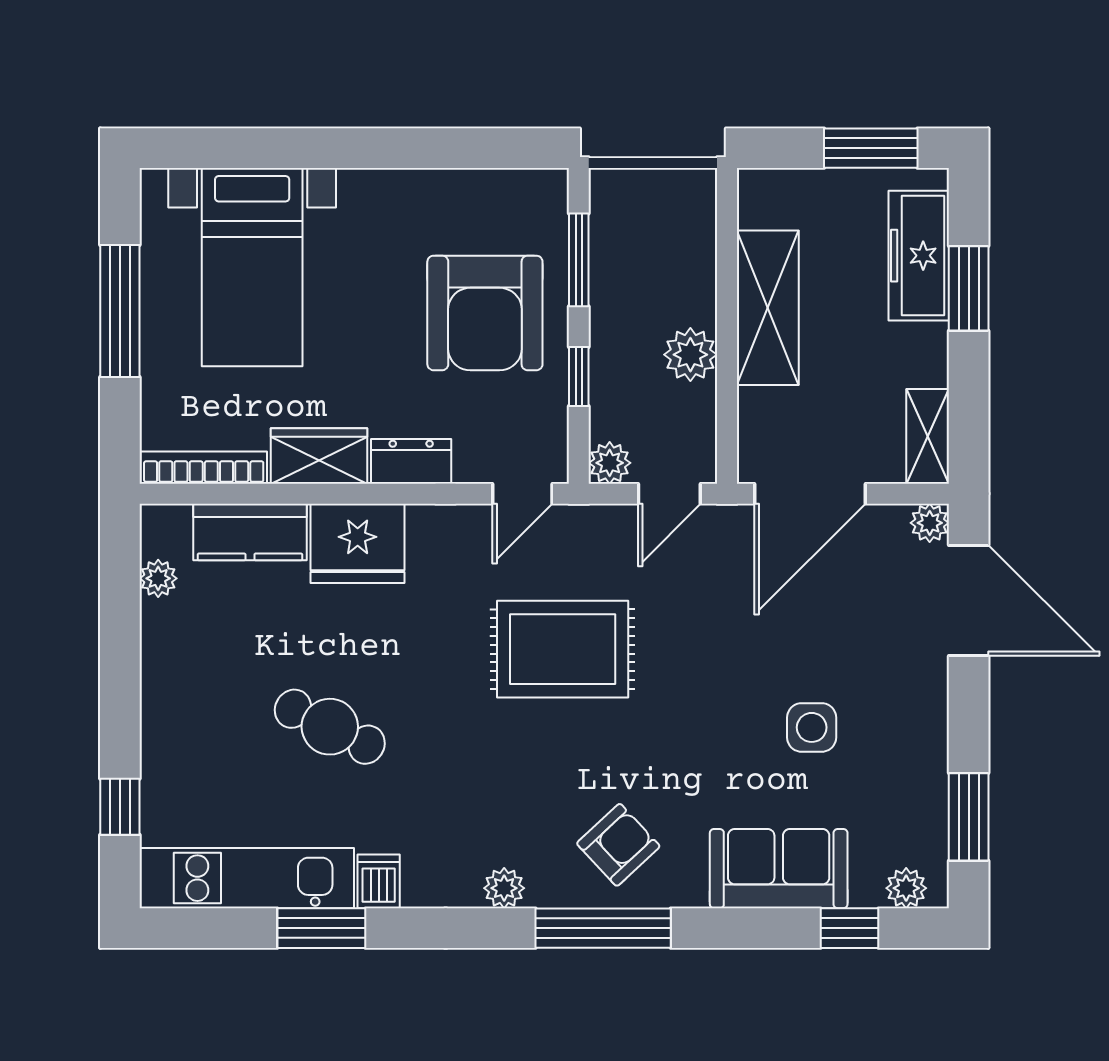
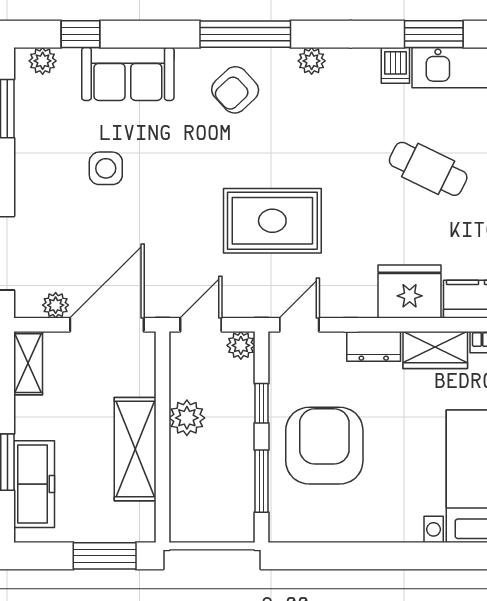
window: (871, 148) -> (105, 556), moved
plant: (930, 523) -> (56, 305), moved

